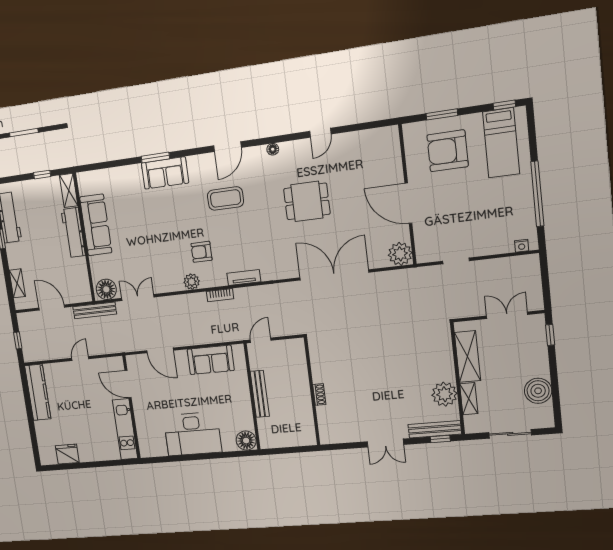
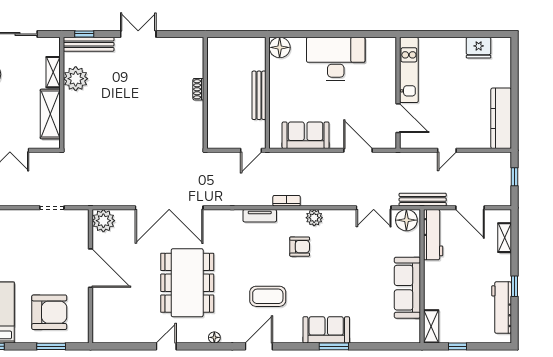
dining table: (307, 201) -> (187, 283), width x1.88, depth x1.24
workbench: (73, 233) -> (433, 235), moved

